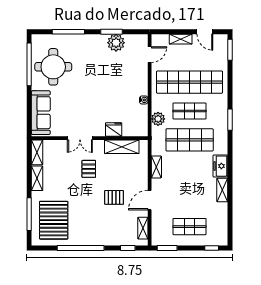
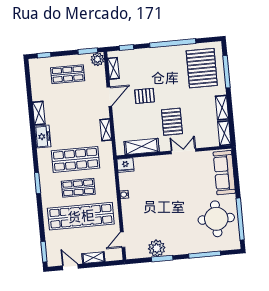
plant: (158, 119) -> (97, 59), moved
fridge: (114, 129) -> (125, 165), moved
pallet: (89, 169) -> (172, 122), width x1.50, depth x1.42

